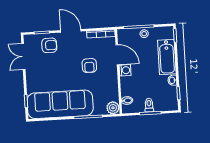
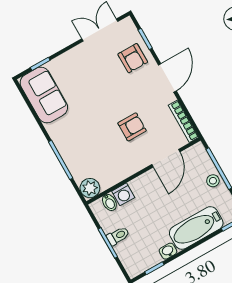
armchair: (89, 66) -> (132, 127), turned 180
washing machine: (125, 70) -> (123, 194), moved
sofa: (60, 104) -> (44, 95), width x0.54, depth x0.79

